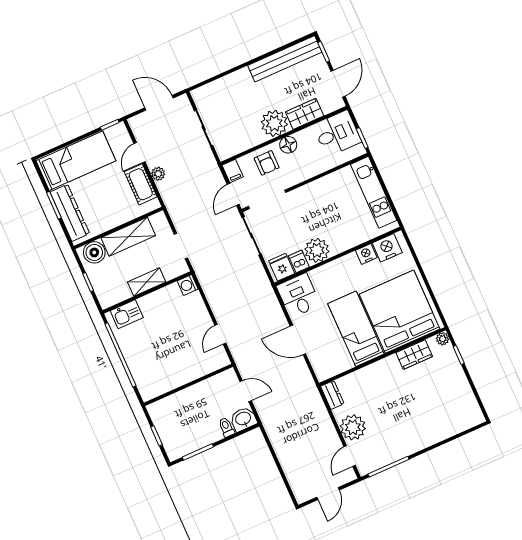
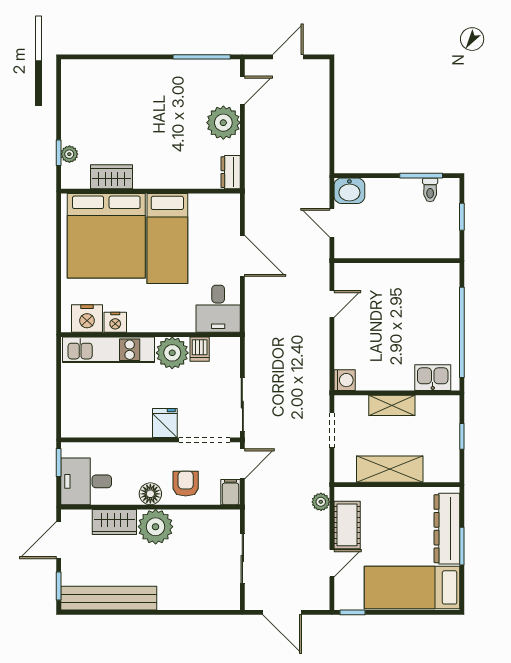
plant: (158, 174) -> (321, 502), moved
kitchen unit: (374, 192) -> (109, 350), moved, turned 90
boiler: (94, 252) -> (439, 468), removed
fridge: (282, 267) -> (165, 423), moved, turned 180
plant: (443, 339) -> (69, 154), moved
toilet: (226, 427) -> (430, 190), moved

